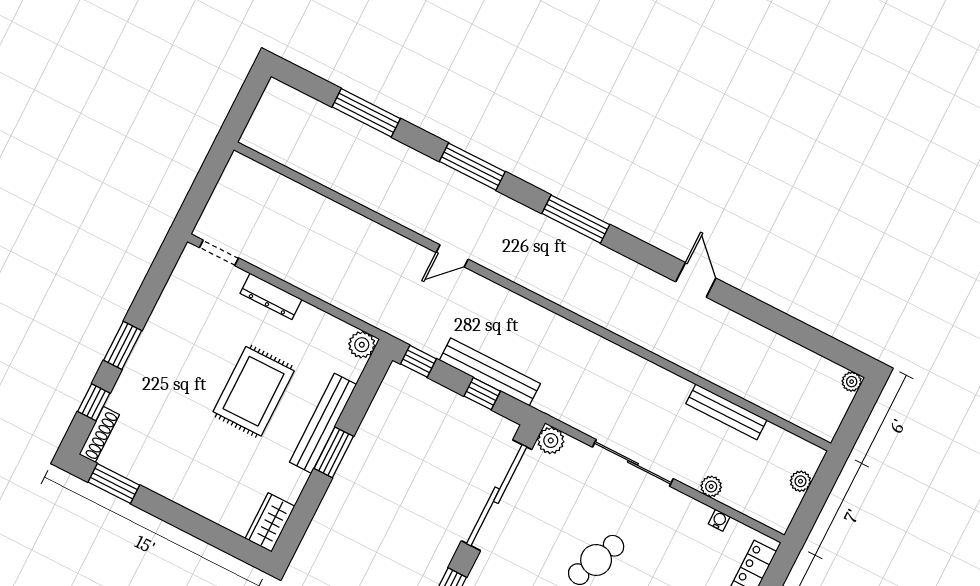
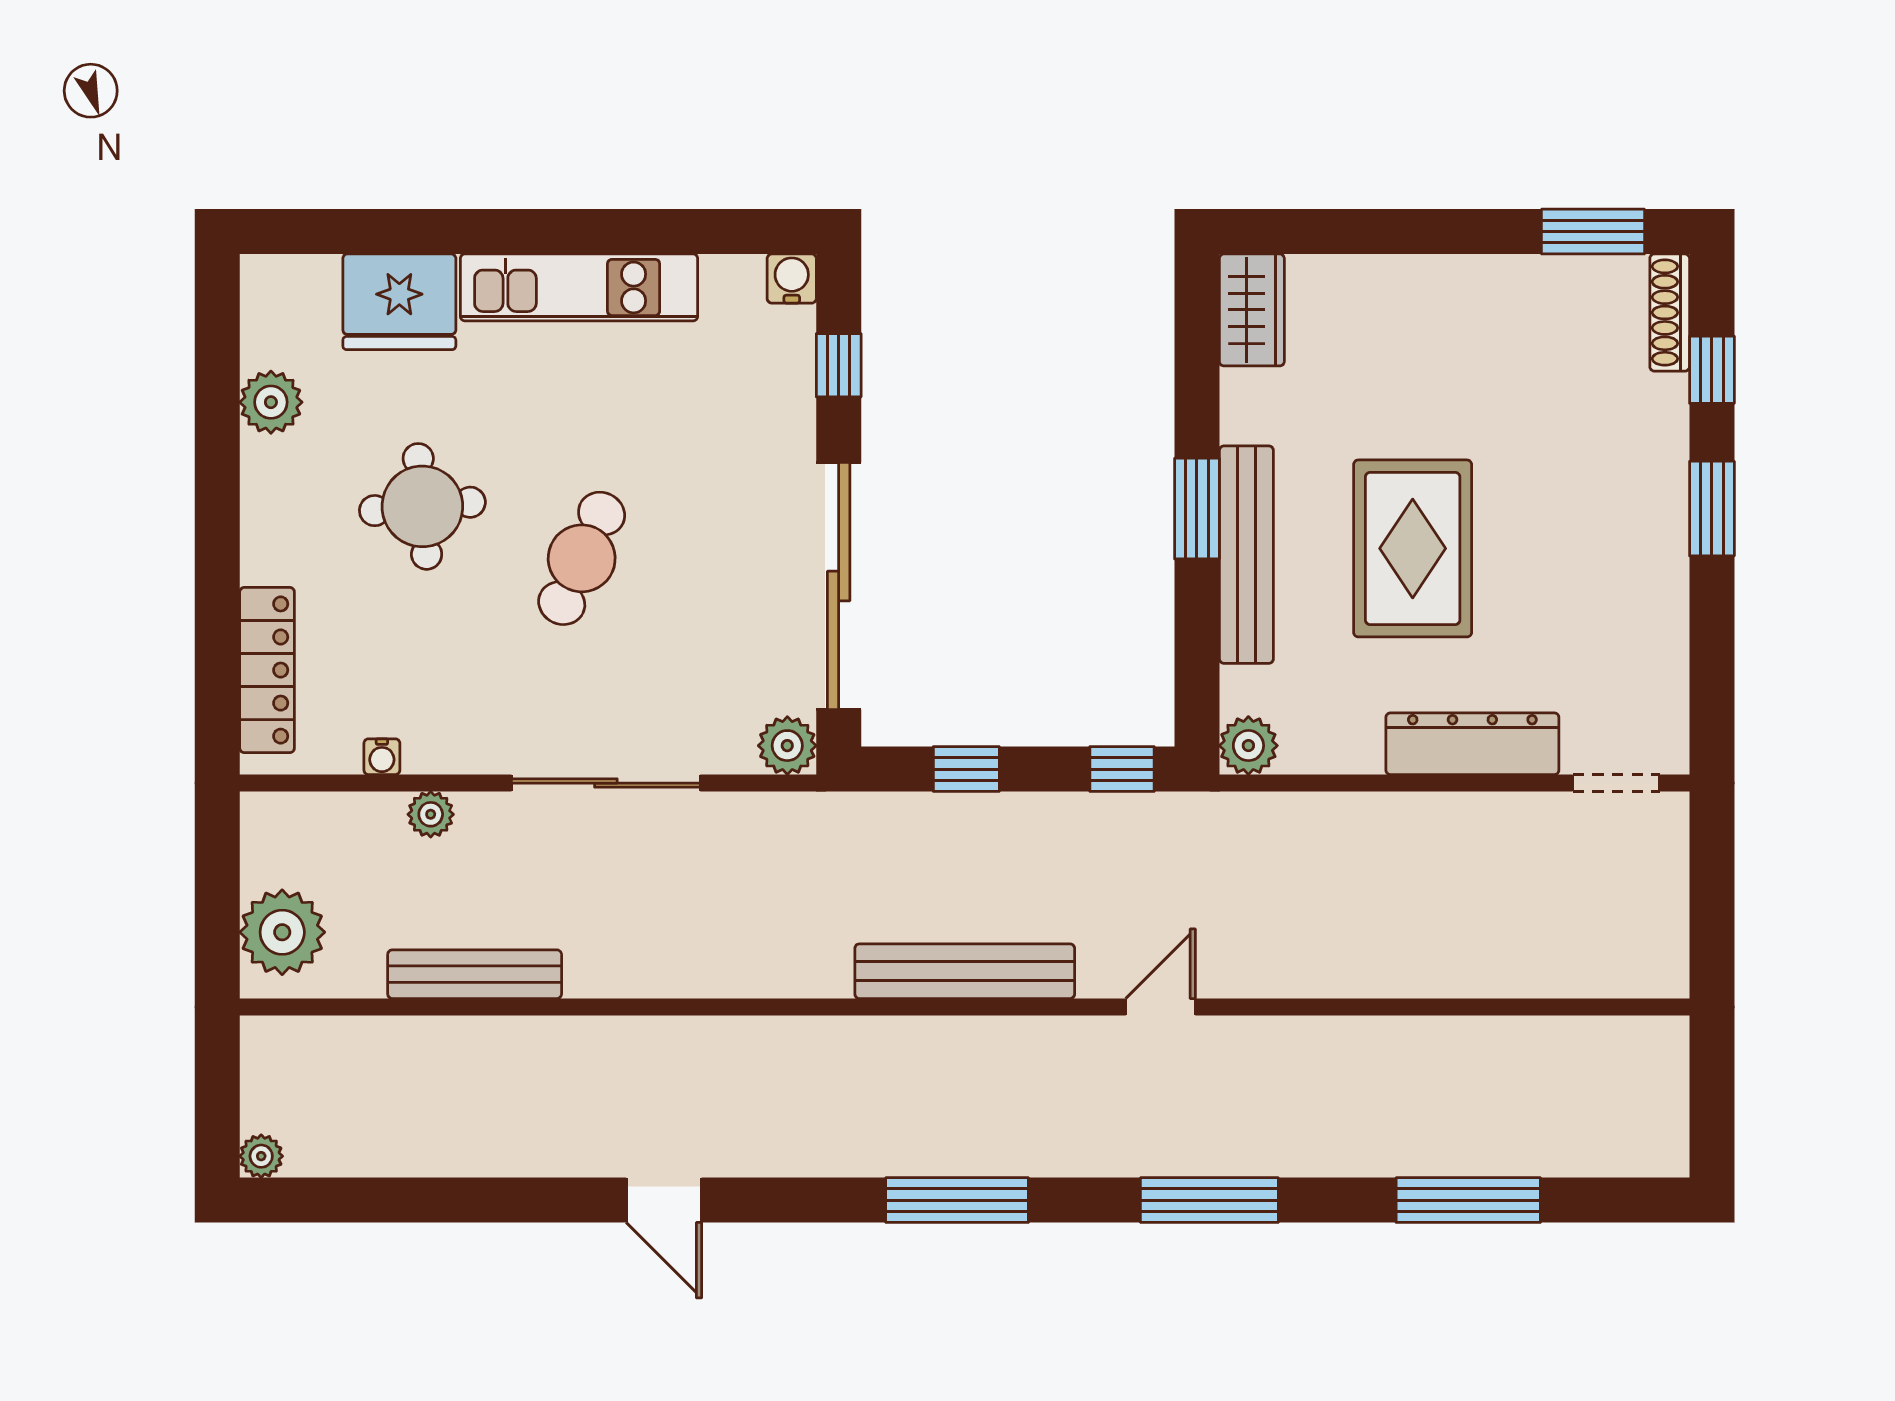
dresser: (271, 296) -> (1472, 744), width x1.37, depth x1.24
bench: (490, 372) -> (965, 971), moved
plant: (801, 481) -> (282, 932), width x1.87, depth x1.87

